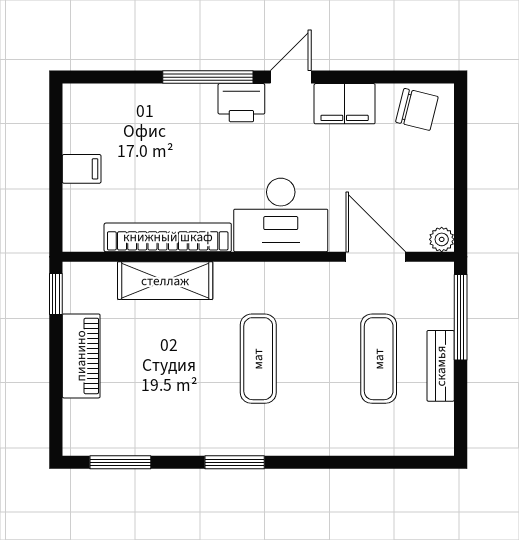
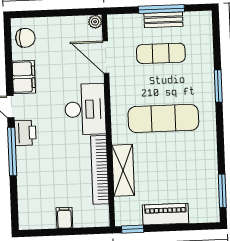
chair: (417, 109) -> (25, 38), turned 76
door: (376, 257) -> (106, 57), hinge flipped
window: (461, 317) -> (161, 9), moved
exercise mat: (258, 359) -> (163, 118), width x1.36, depth x1.45
window: (235, 462) -> (218, 86), moved

